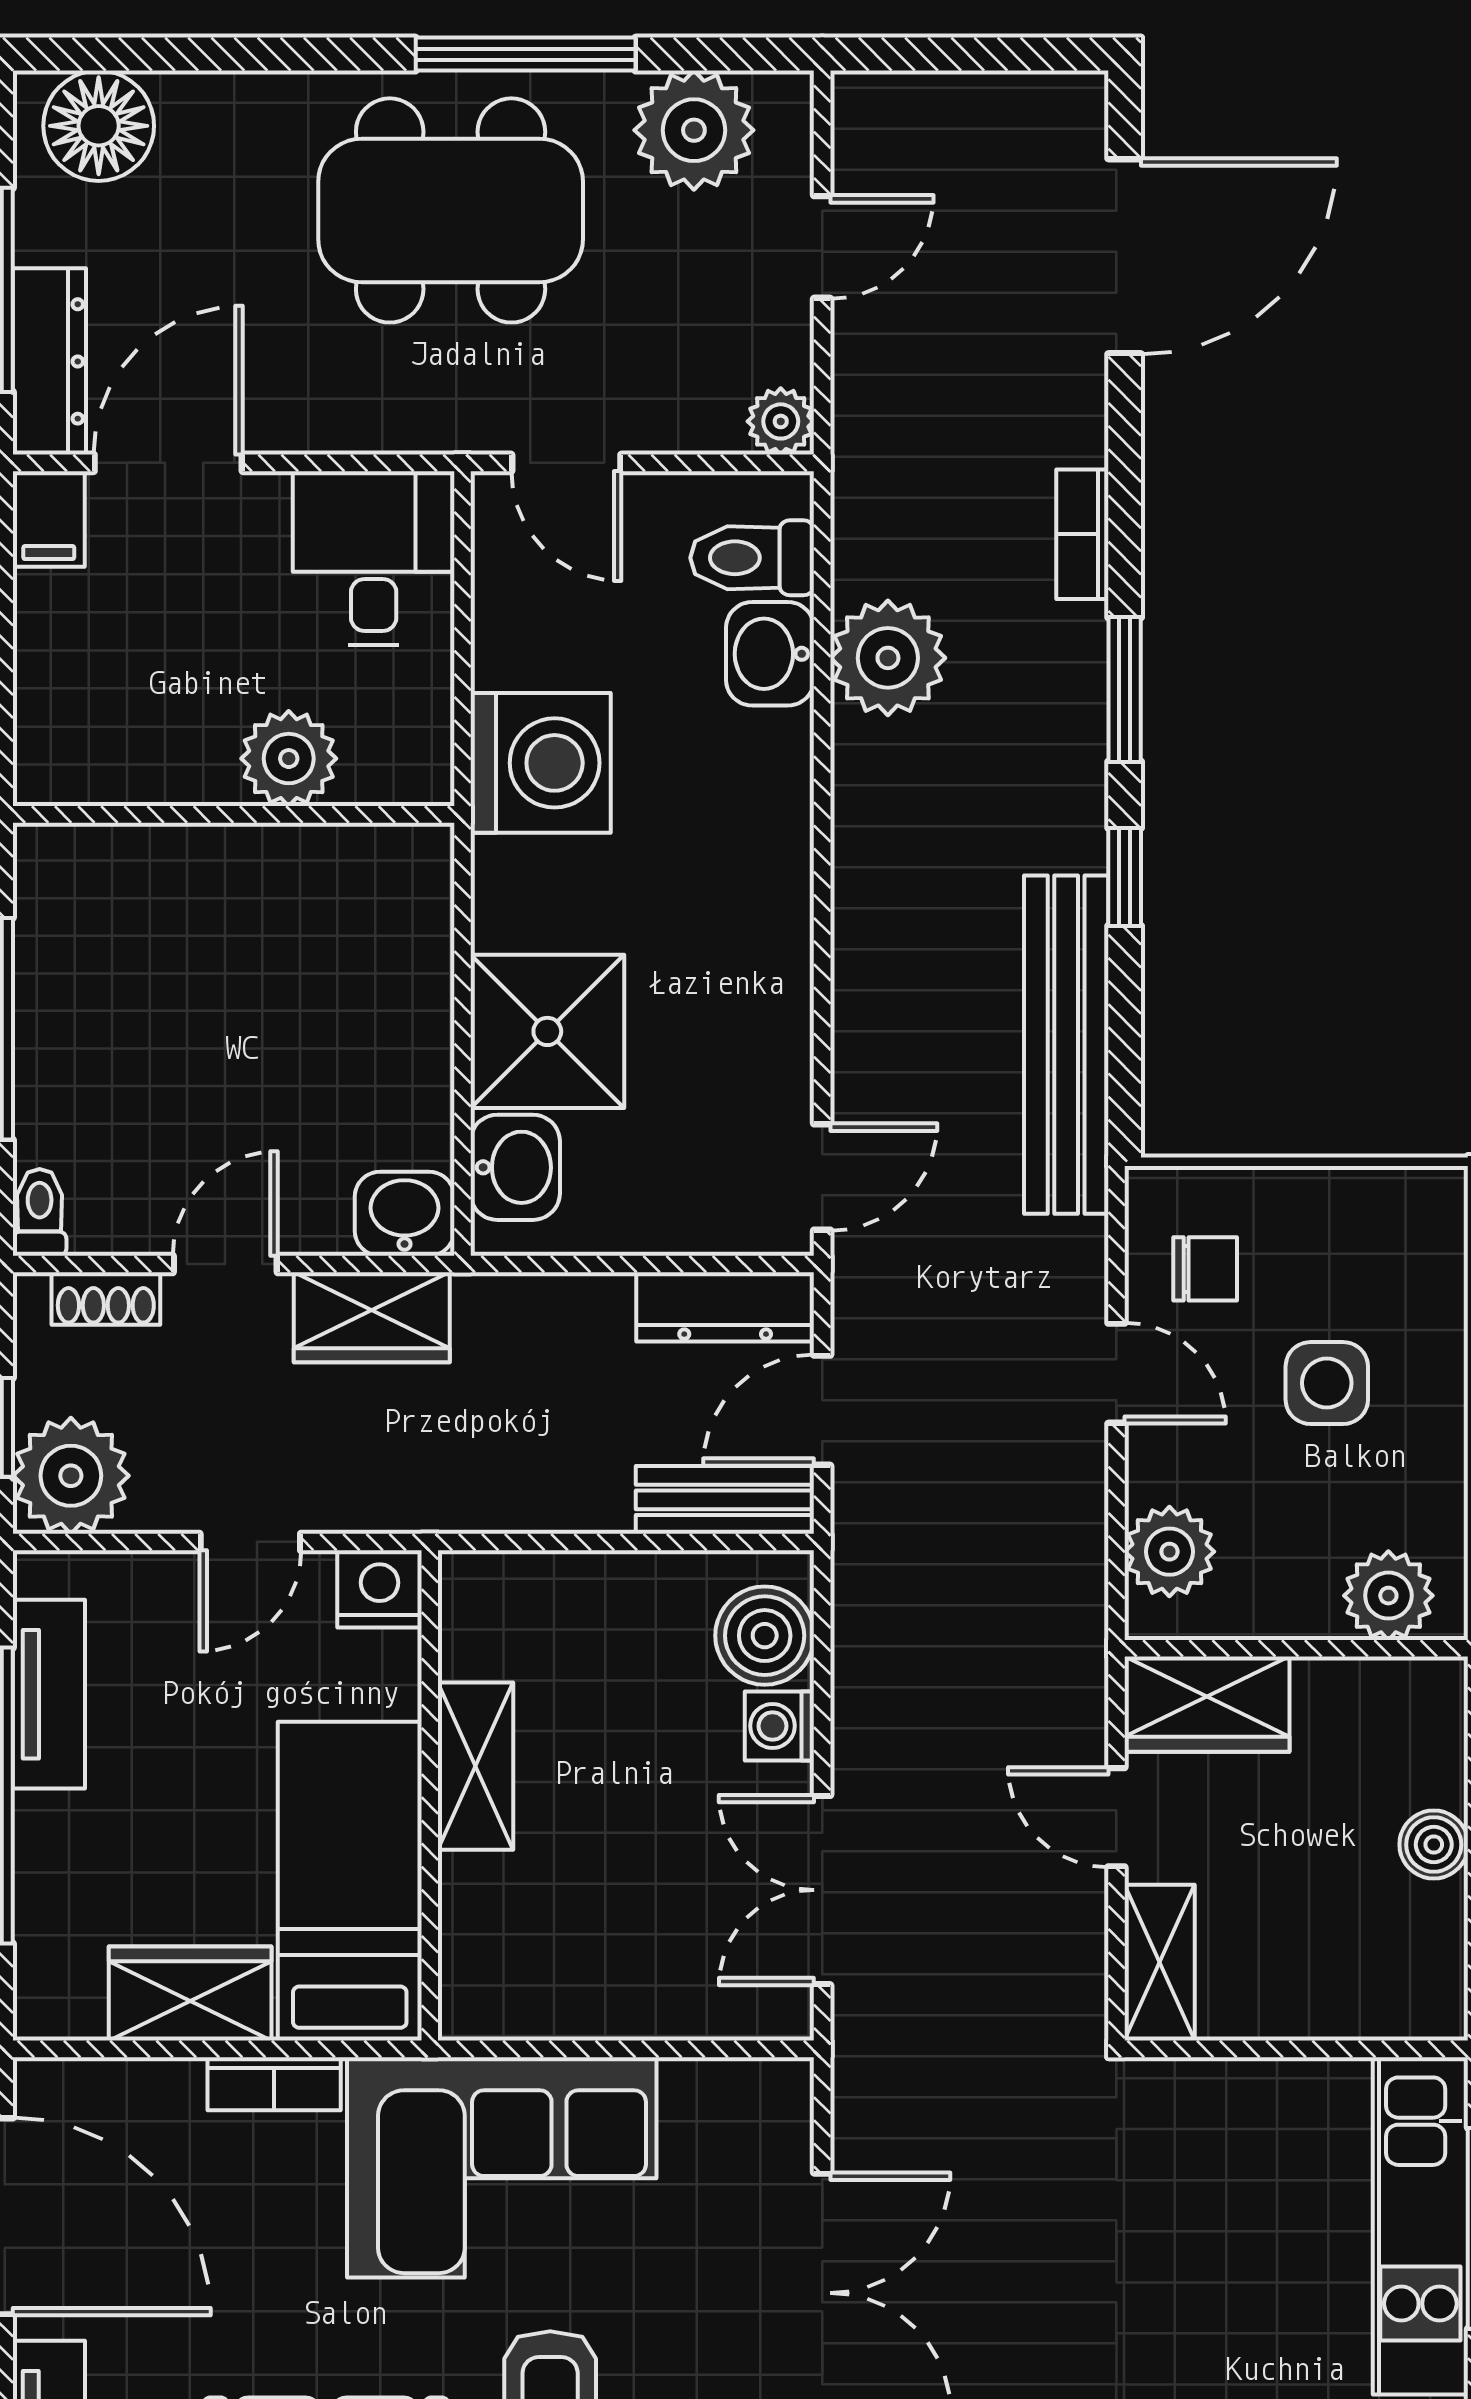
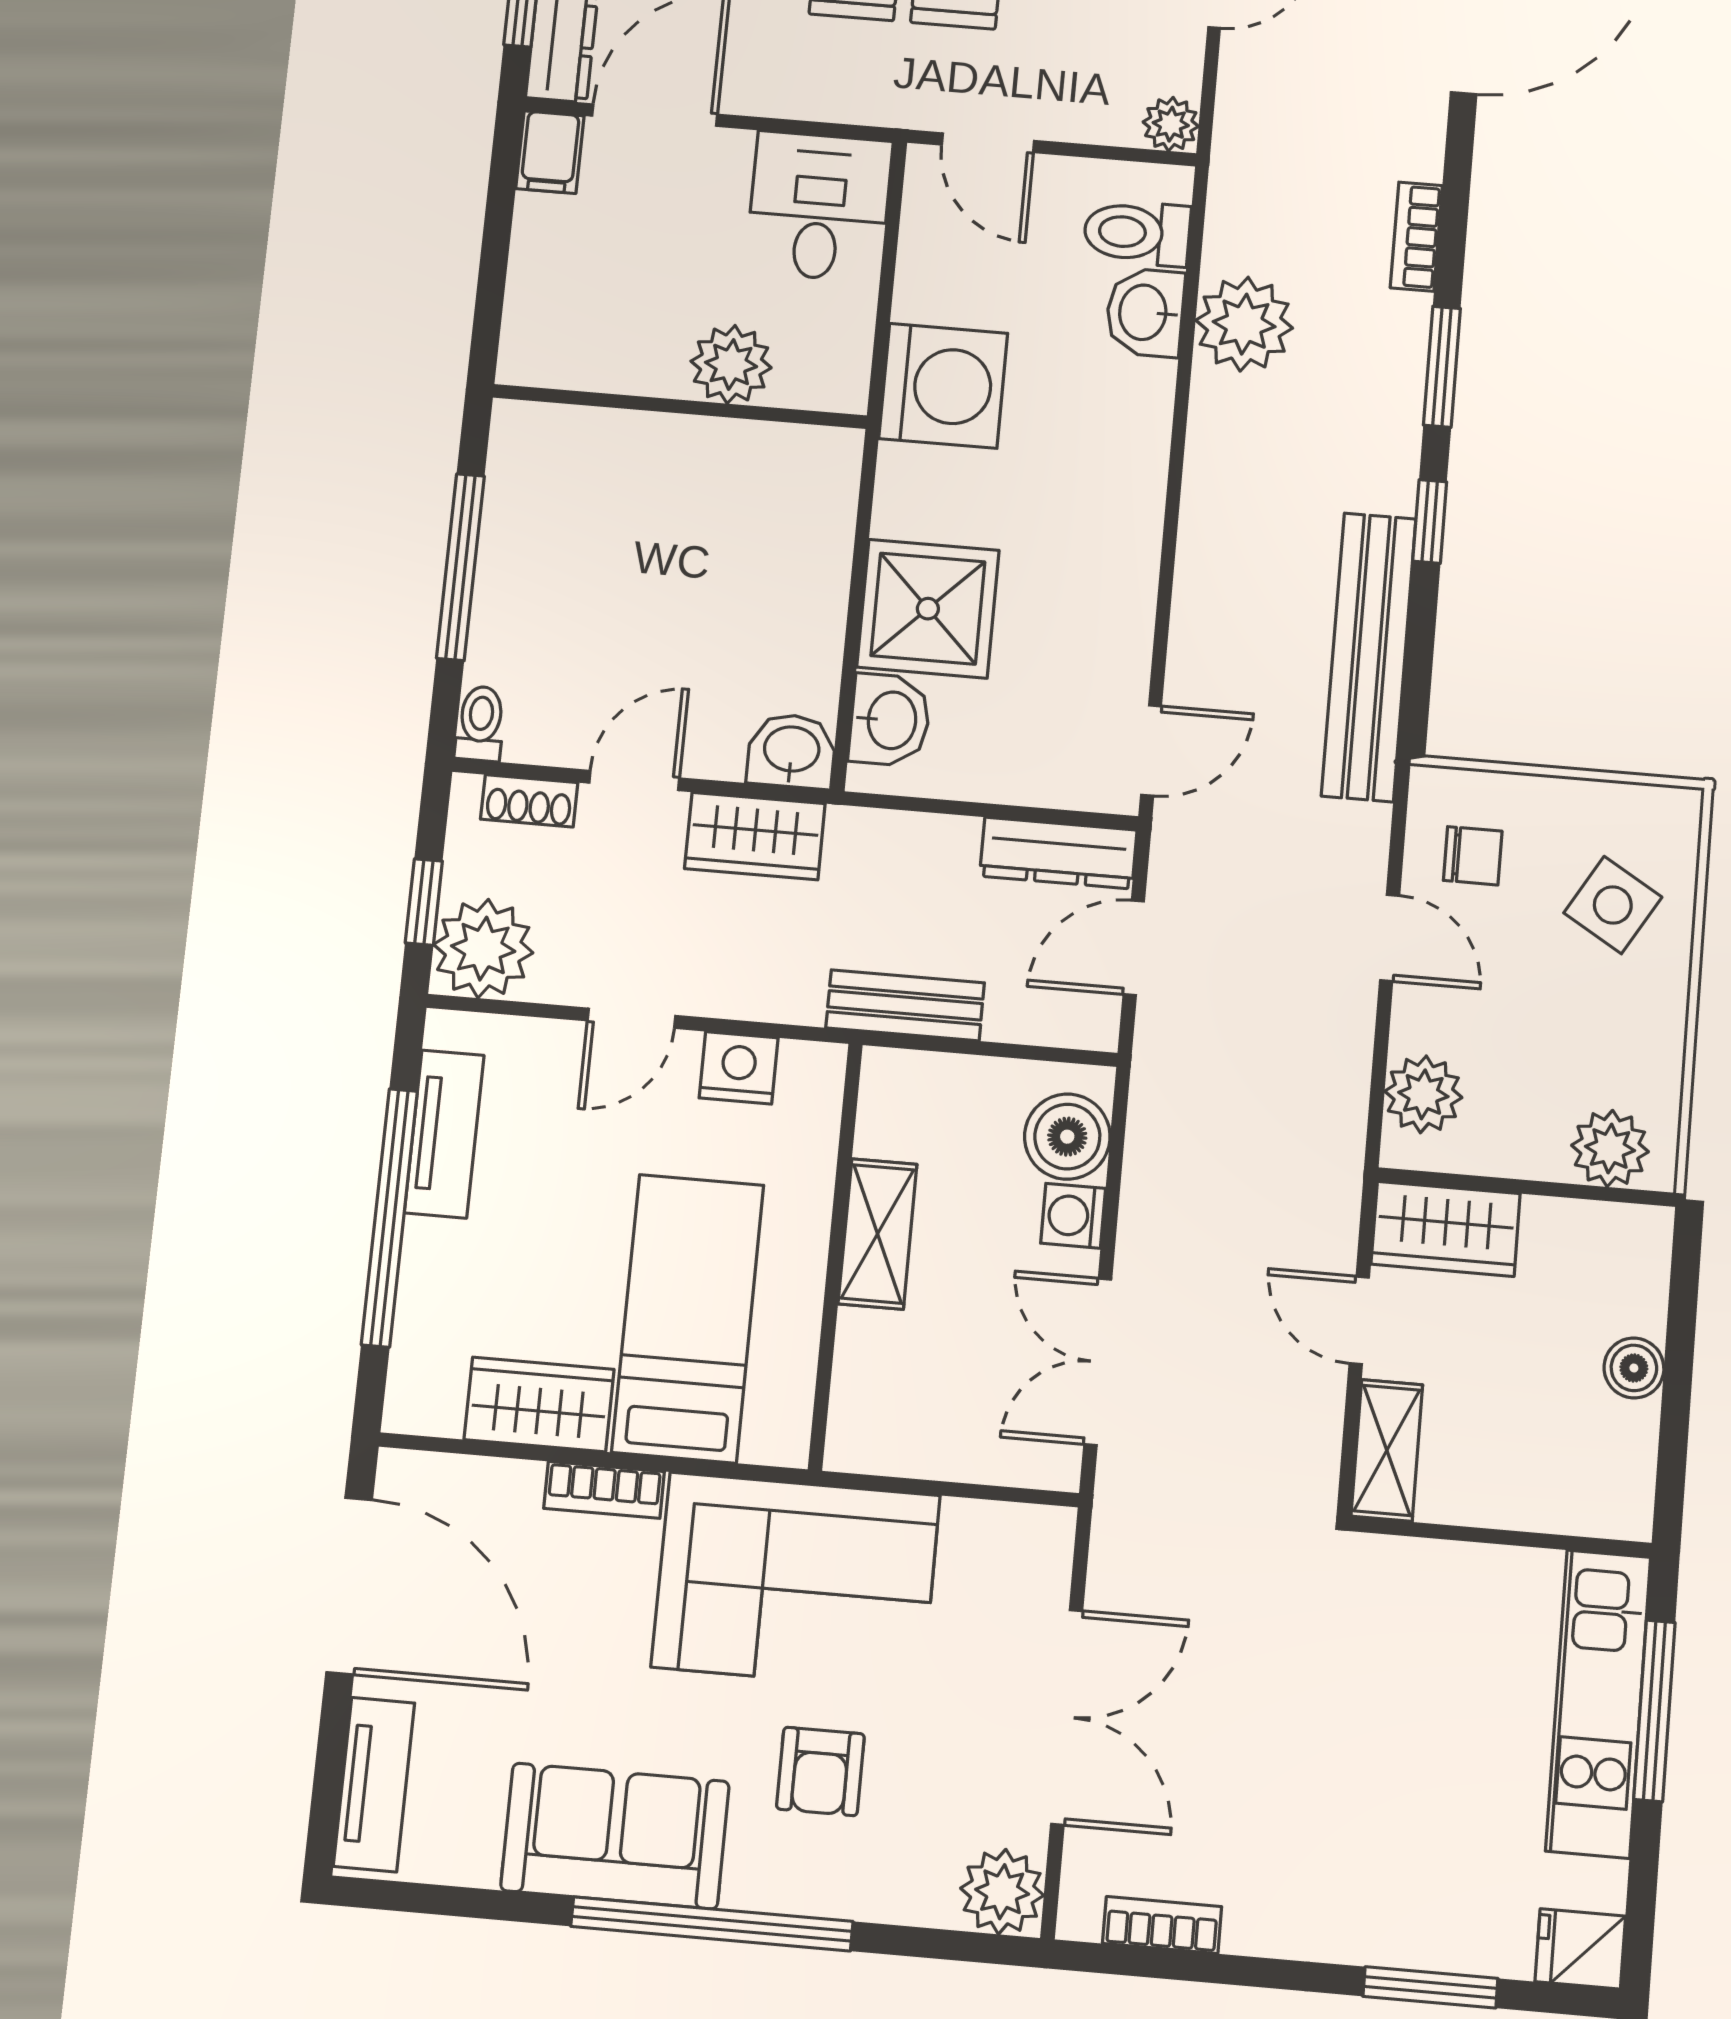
side table: (1327, 1383) -> (1613, 905), moved, turned 31
bench: (725, 1500) -> (905, 1005), moved
shelving: (476, 1766) -> (878, 1234), moved
wall: (430, 1795) -> (835, 1256), moved

